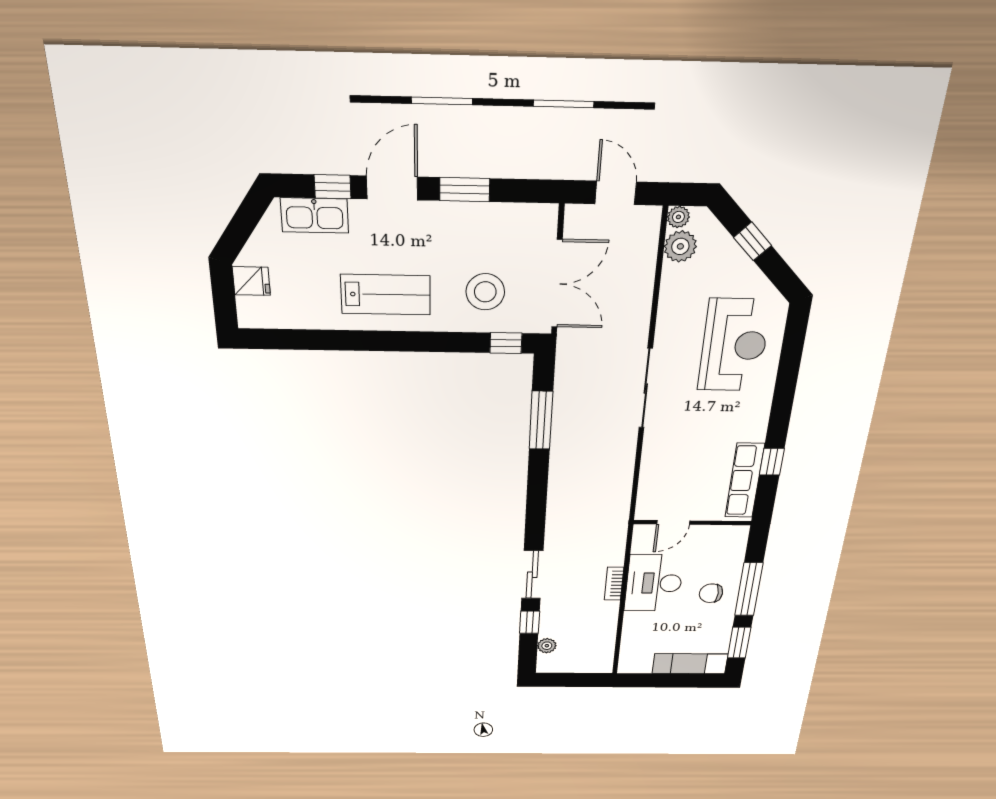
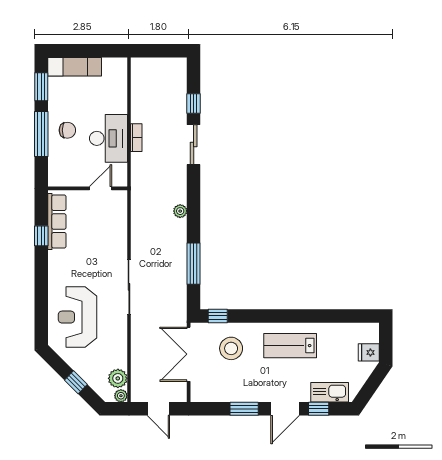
plant: (547, 646) -> (180, 211), moved

